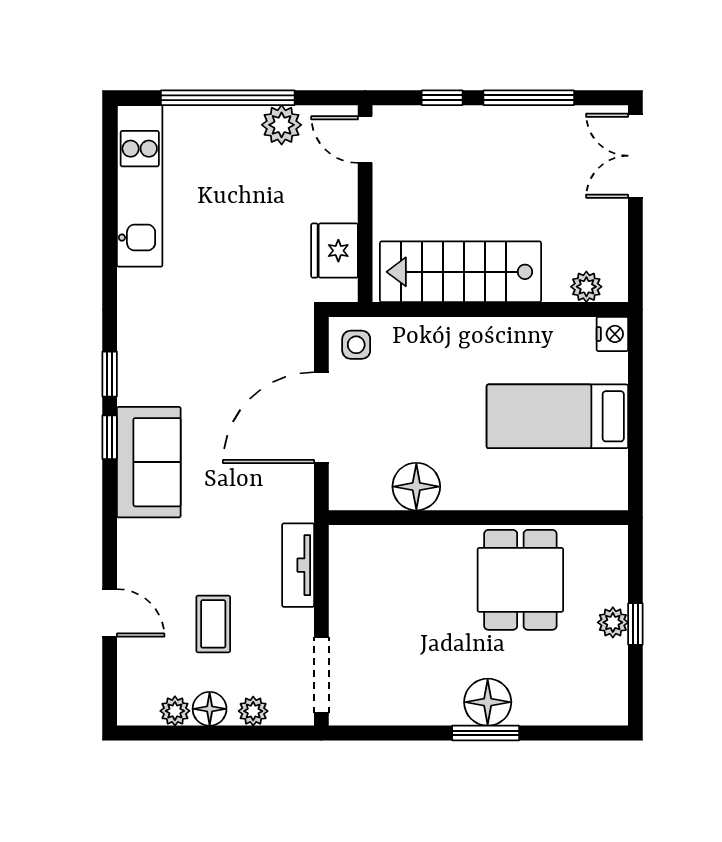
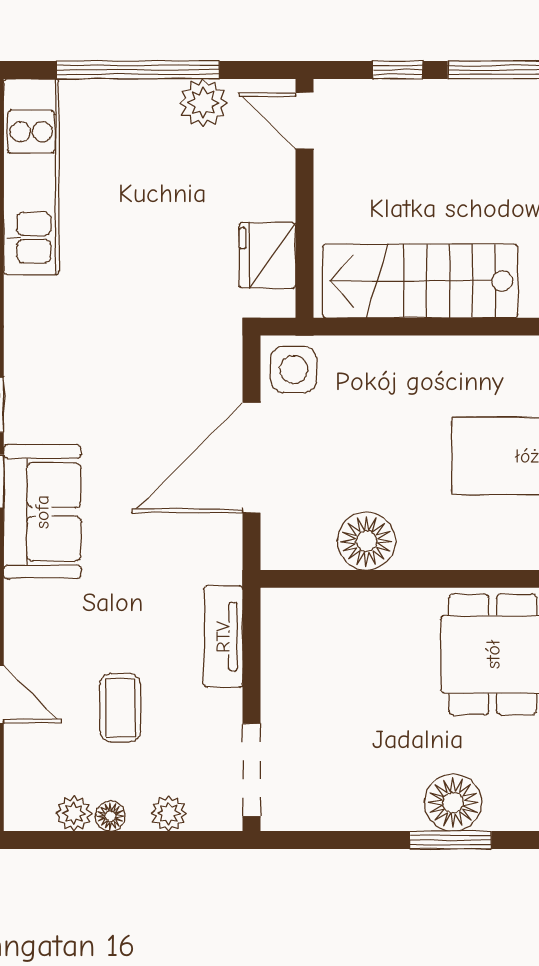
side table: (356, 345) -> (294, 369), width x1.37, depth x1.37
floor lamp: (210, 709) -> (110, 816), width x0.73, depth x0.73

